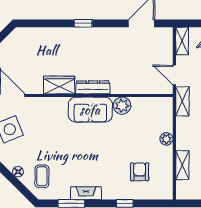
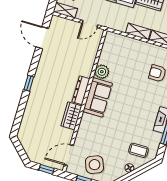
shelving: (182, 101) -> (138, 31), moved
plant: (166, 139) -> (138, 45), removed

